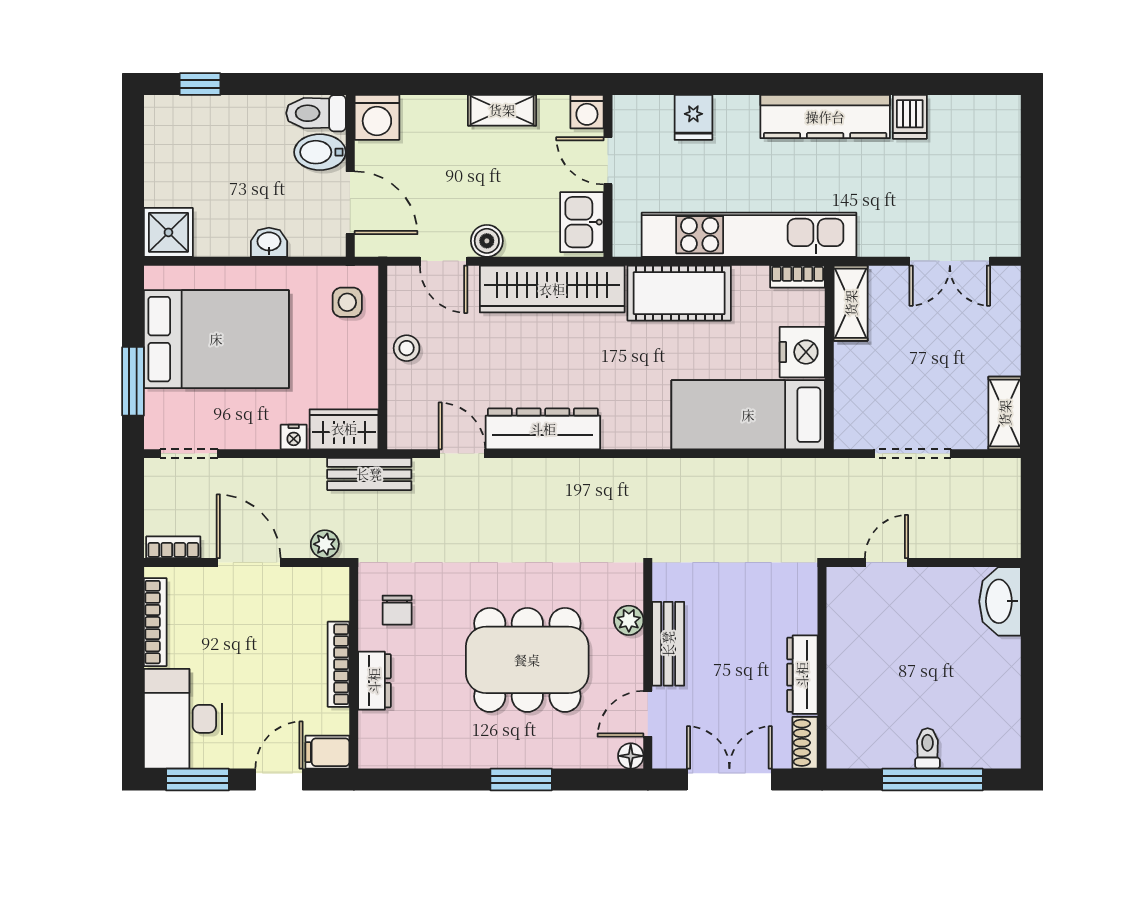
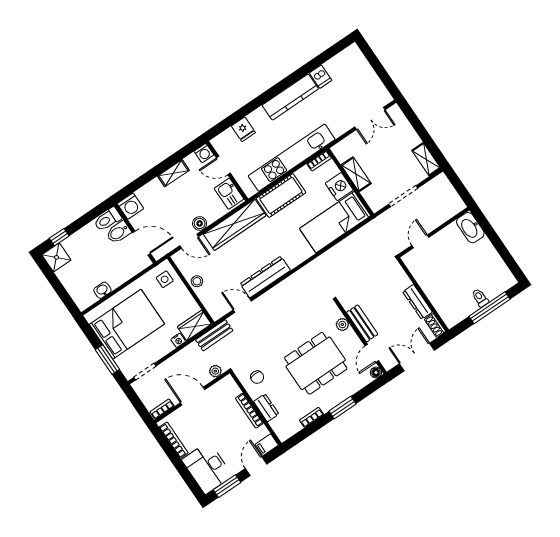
shower: (168, 232) -> (56, 257), moved
washbasin: (269, 242) -> (102, 290), moved
shelving: (851, 303) -> (356, 174), moved
bookcase: (449, 758) -> (312, 417), added

